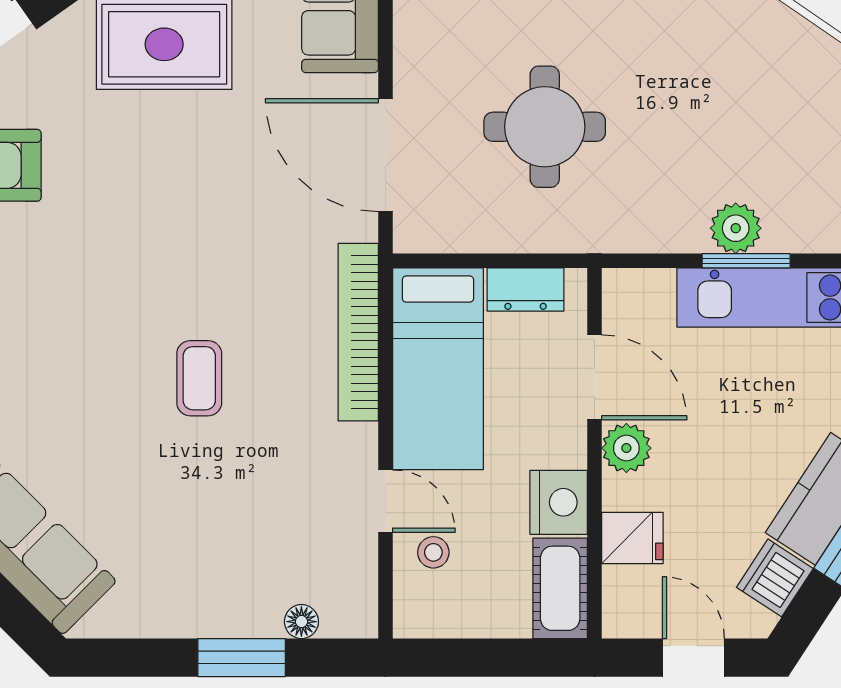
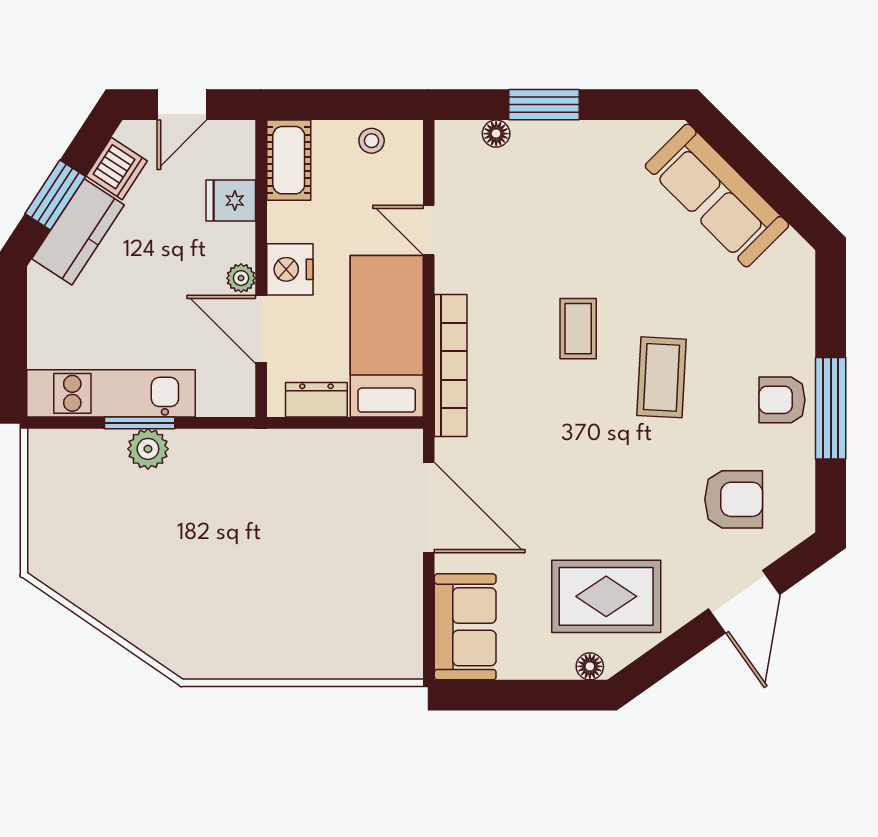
round table: (545, 127) -> (301, 530), removed
coffee table: (95, 317) -> (662, 377), added
plant: (626, 448) -> (241, 278), width x0.73, depth x0.73
nightstand: (559, 502) -> (290, 269), moved
stool: (433, 552) -> (372, 141), moved
door: (693, 658) -> (182, 105), hinge flipped

